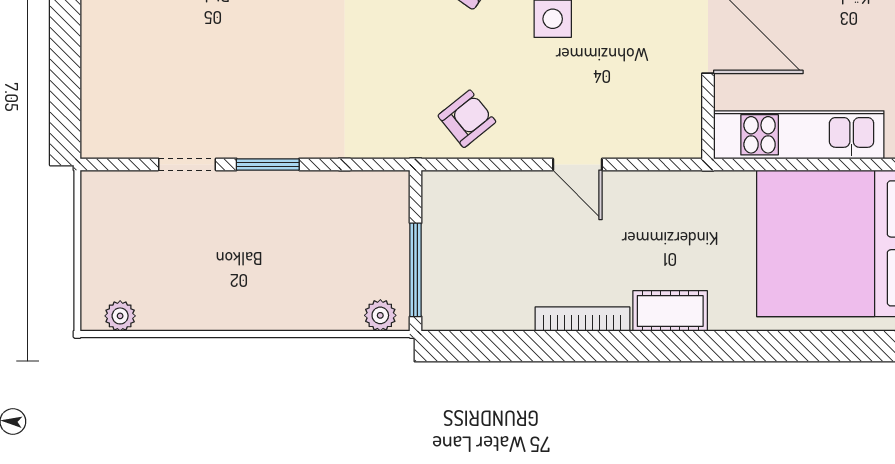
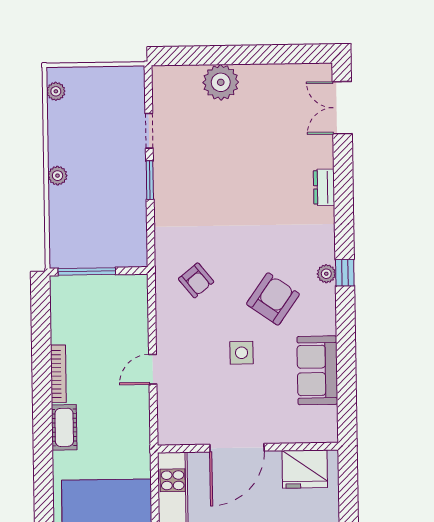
plant: (110, 46) -> (221, 82), added
armchair: (467, 119) -> (196, 280), moved
plant: (380, 315) -> (58, 176), moved

